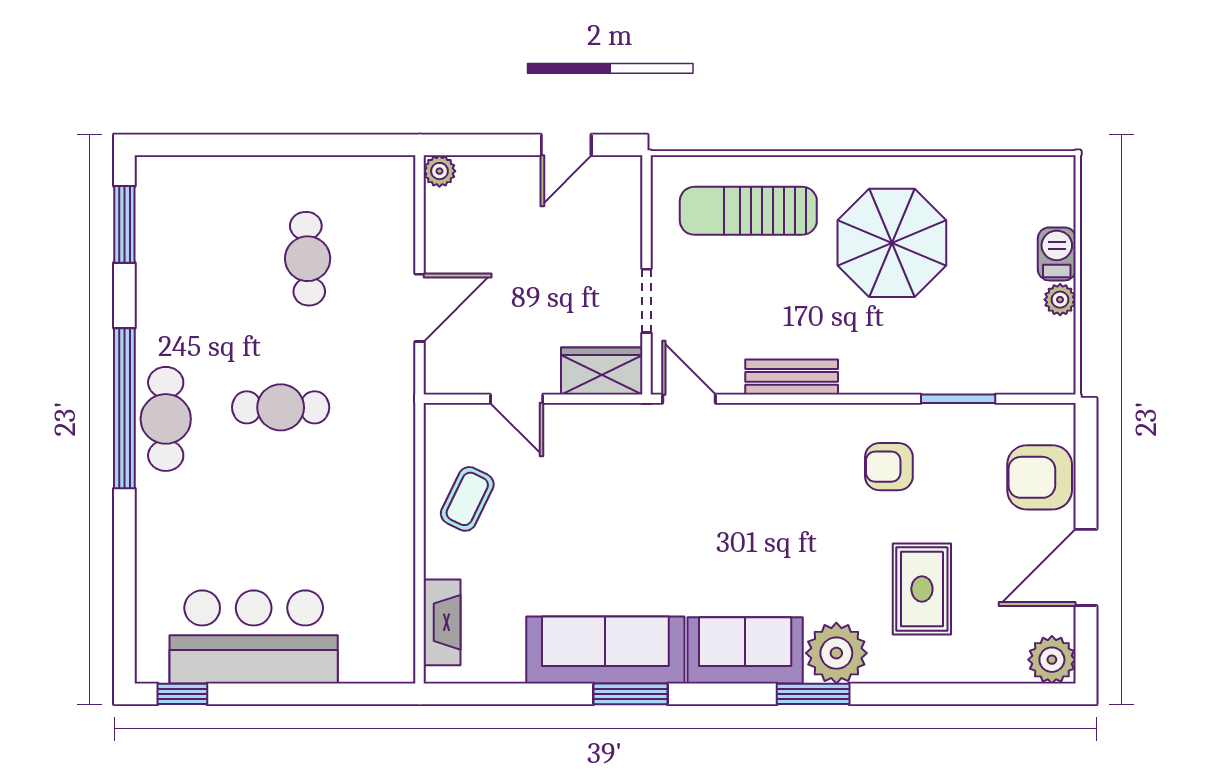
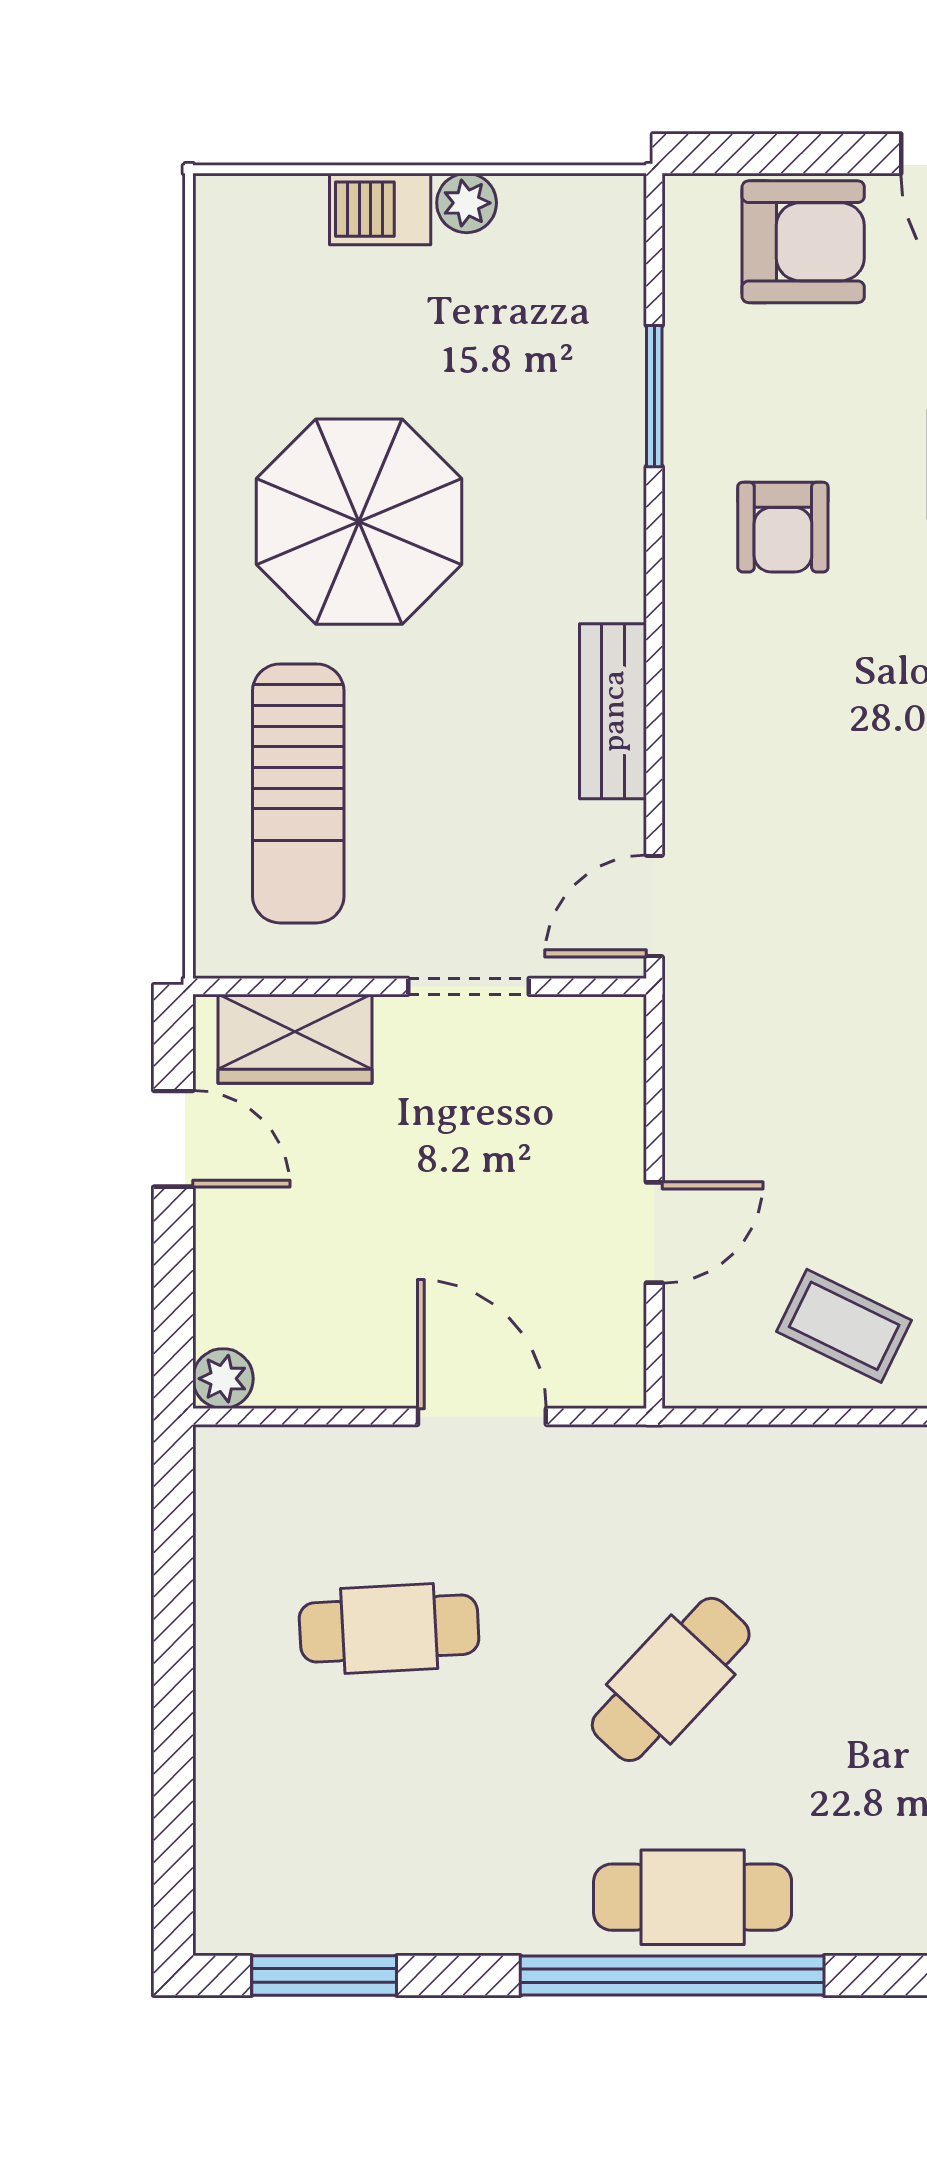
wardrobe: (602, 371) -> (295, 1039), moved, turned -90
cafe table: (281, 407) -> (671, 1679), turned 43
armchair: (1040, 477) -> (803, 242), turned -90

